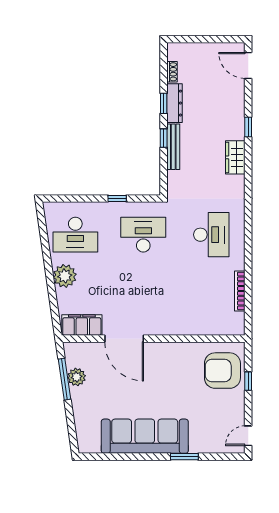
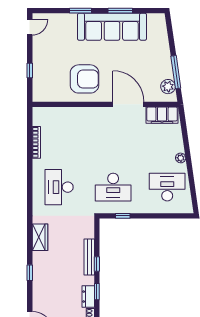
dresser: (175, 103) -> (88, 297), width x0.70
wardrobe: (235, 157) -> (40, 237), moved
window: (117, 198) -> (123, 216), moved
plant: (65, 276) -> (181, 158), width x0.53, depth x0.53
armchair: (222, 371) -> (85, 79), moved
plant: (77, 377) -> (168, 87), moved
window: (134, 457) -> (120, 11), added

